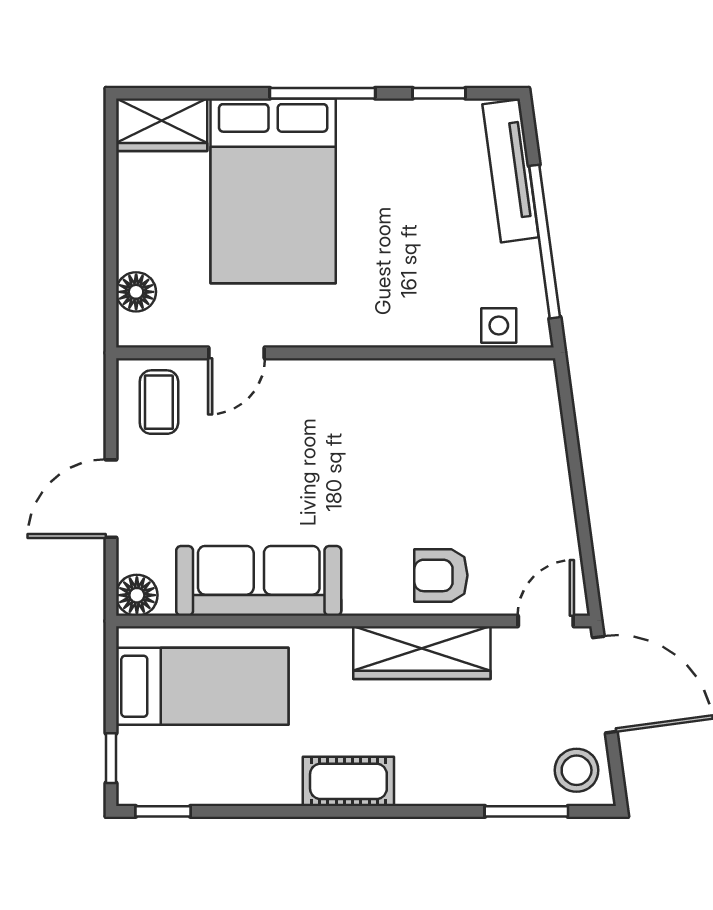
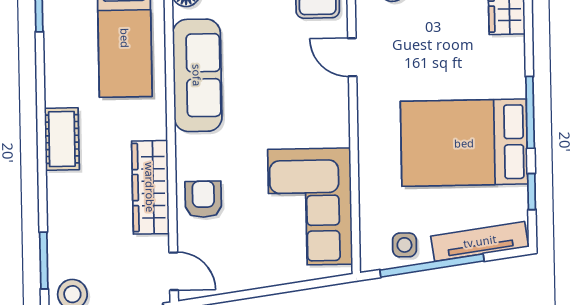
bed: (273, 191) -> (464, 143), moved
side table: (499, 325) -> (404, 245), moved
corner sofa: (455, 419) -> (310, 207), added

